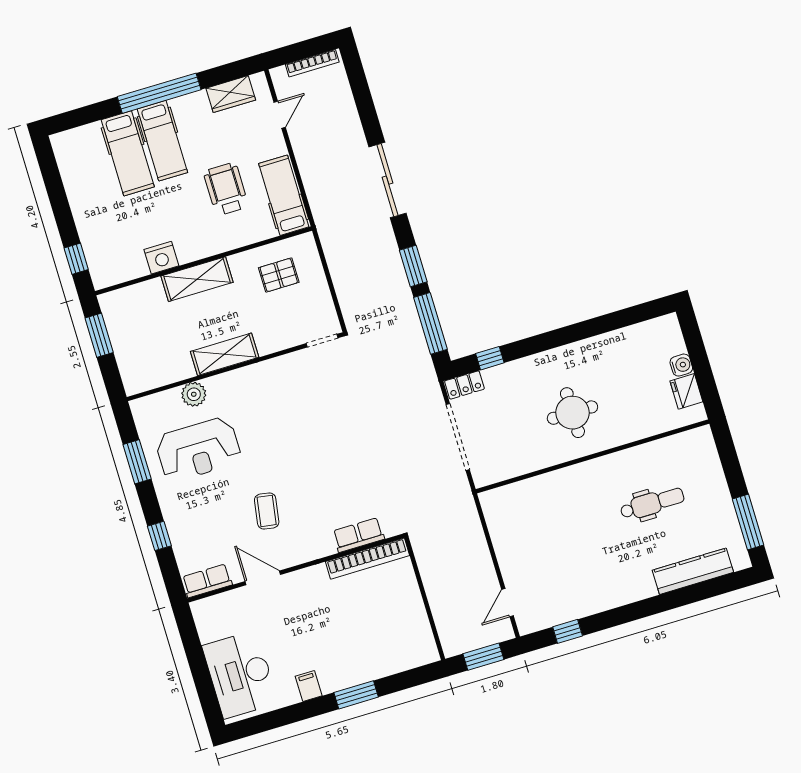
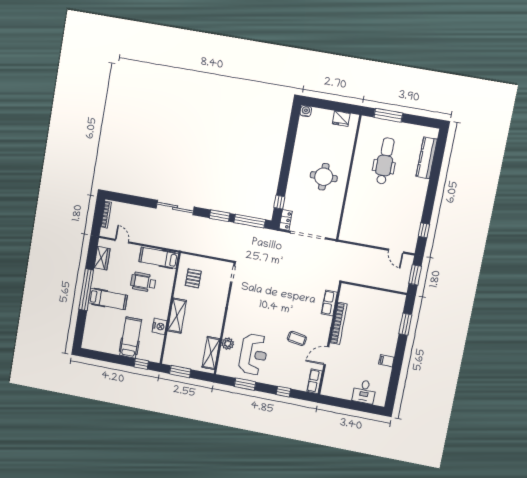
hospital bed: (128, 153) -> (131, 338), moved, turned -90
shelving: (225, 354) -> (211, 353), moved
water cooler: (681, 365) -> (306, 111), moved
dental chair: (652, 503) -> (385, 161), width x1.36, depth x1.38
window: (748, 522) -> (388, 115), moved
bookcase: (367, 559) -> (339, 323), moved
desk: (240, 674) -> (364, 392), width x0.53, depth x0.77
window: (356, 695) -> (405, 324), moved

